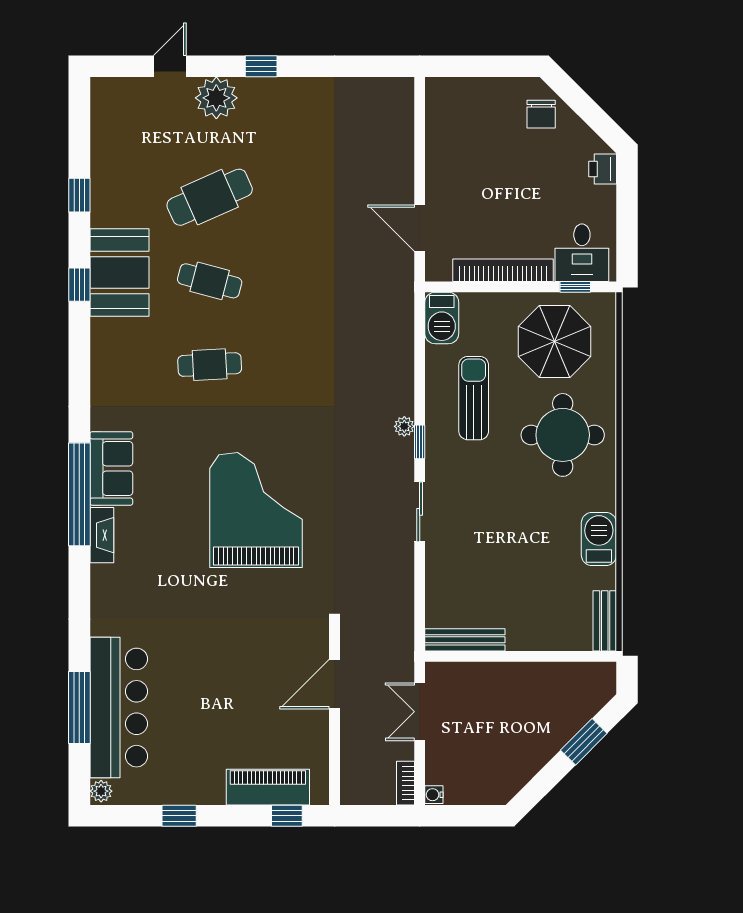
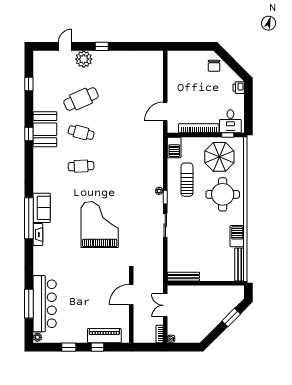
window: (79, 195) -> (29, 84), moved
door: (420, 228) -> (165, 111), hinge flipped
bench: (605, 621) -> (240, 265), width x1.36
window: (287, 816) -> (97, 347), moved

